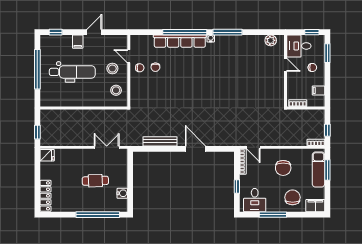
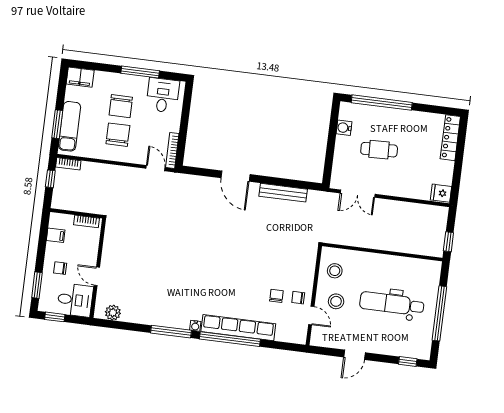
filing cabinet: (78, 42) -> (379, 345), removed
window: (37, 132) -> (448, 242), moved
window: (237, 186) -> (185, 117), removed
chair: (293, 197) -> (121, 106), moved

